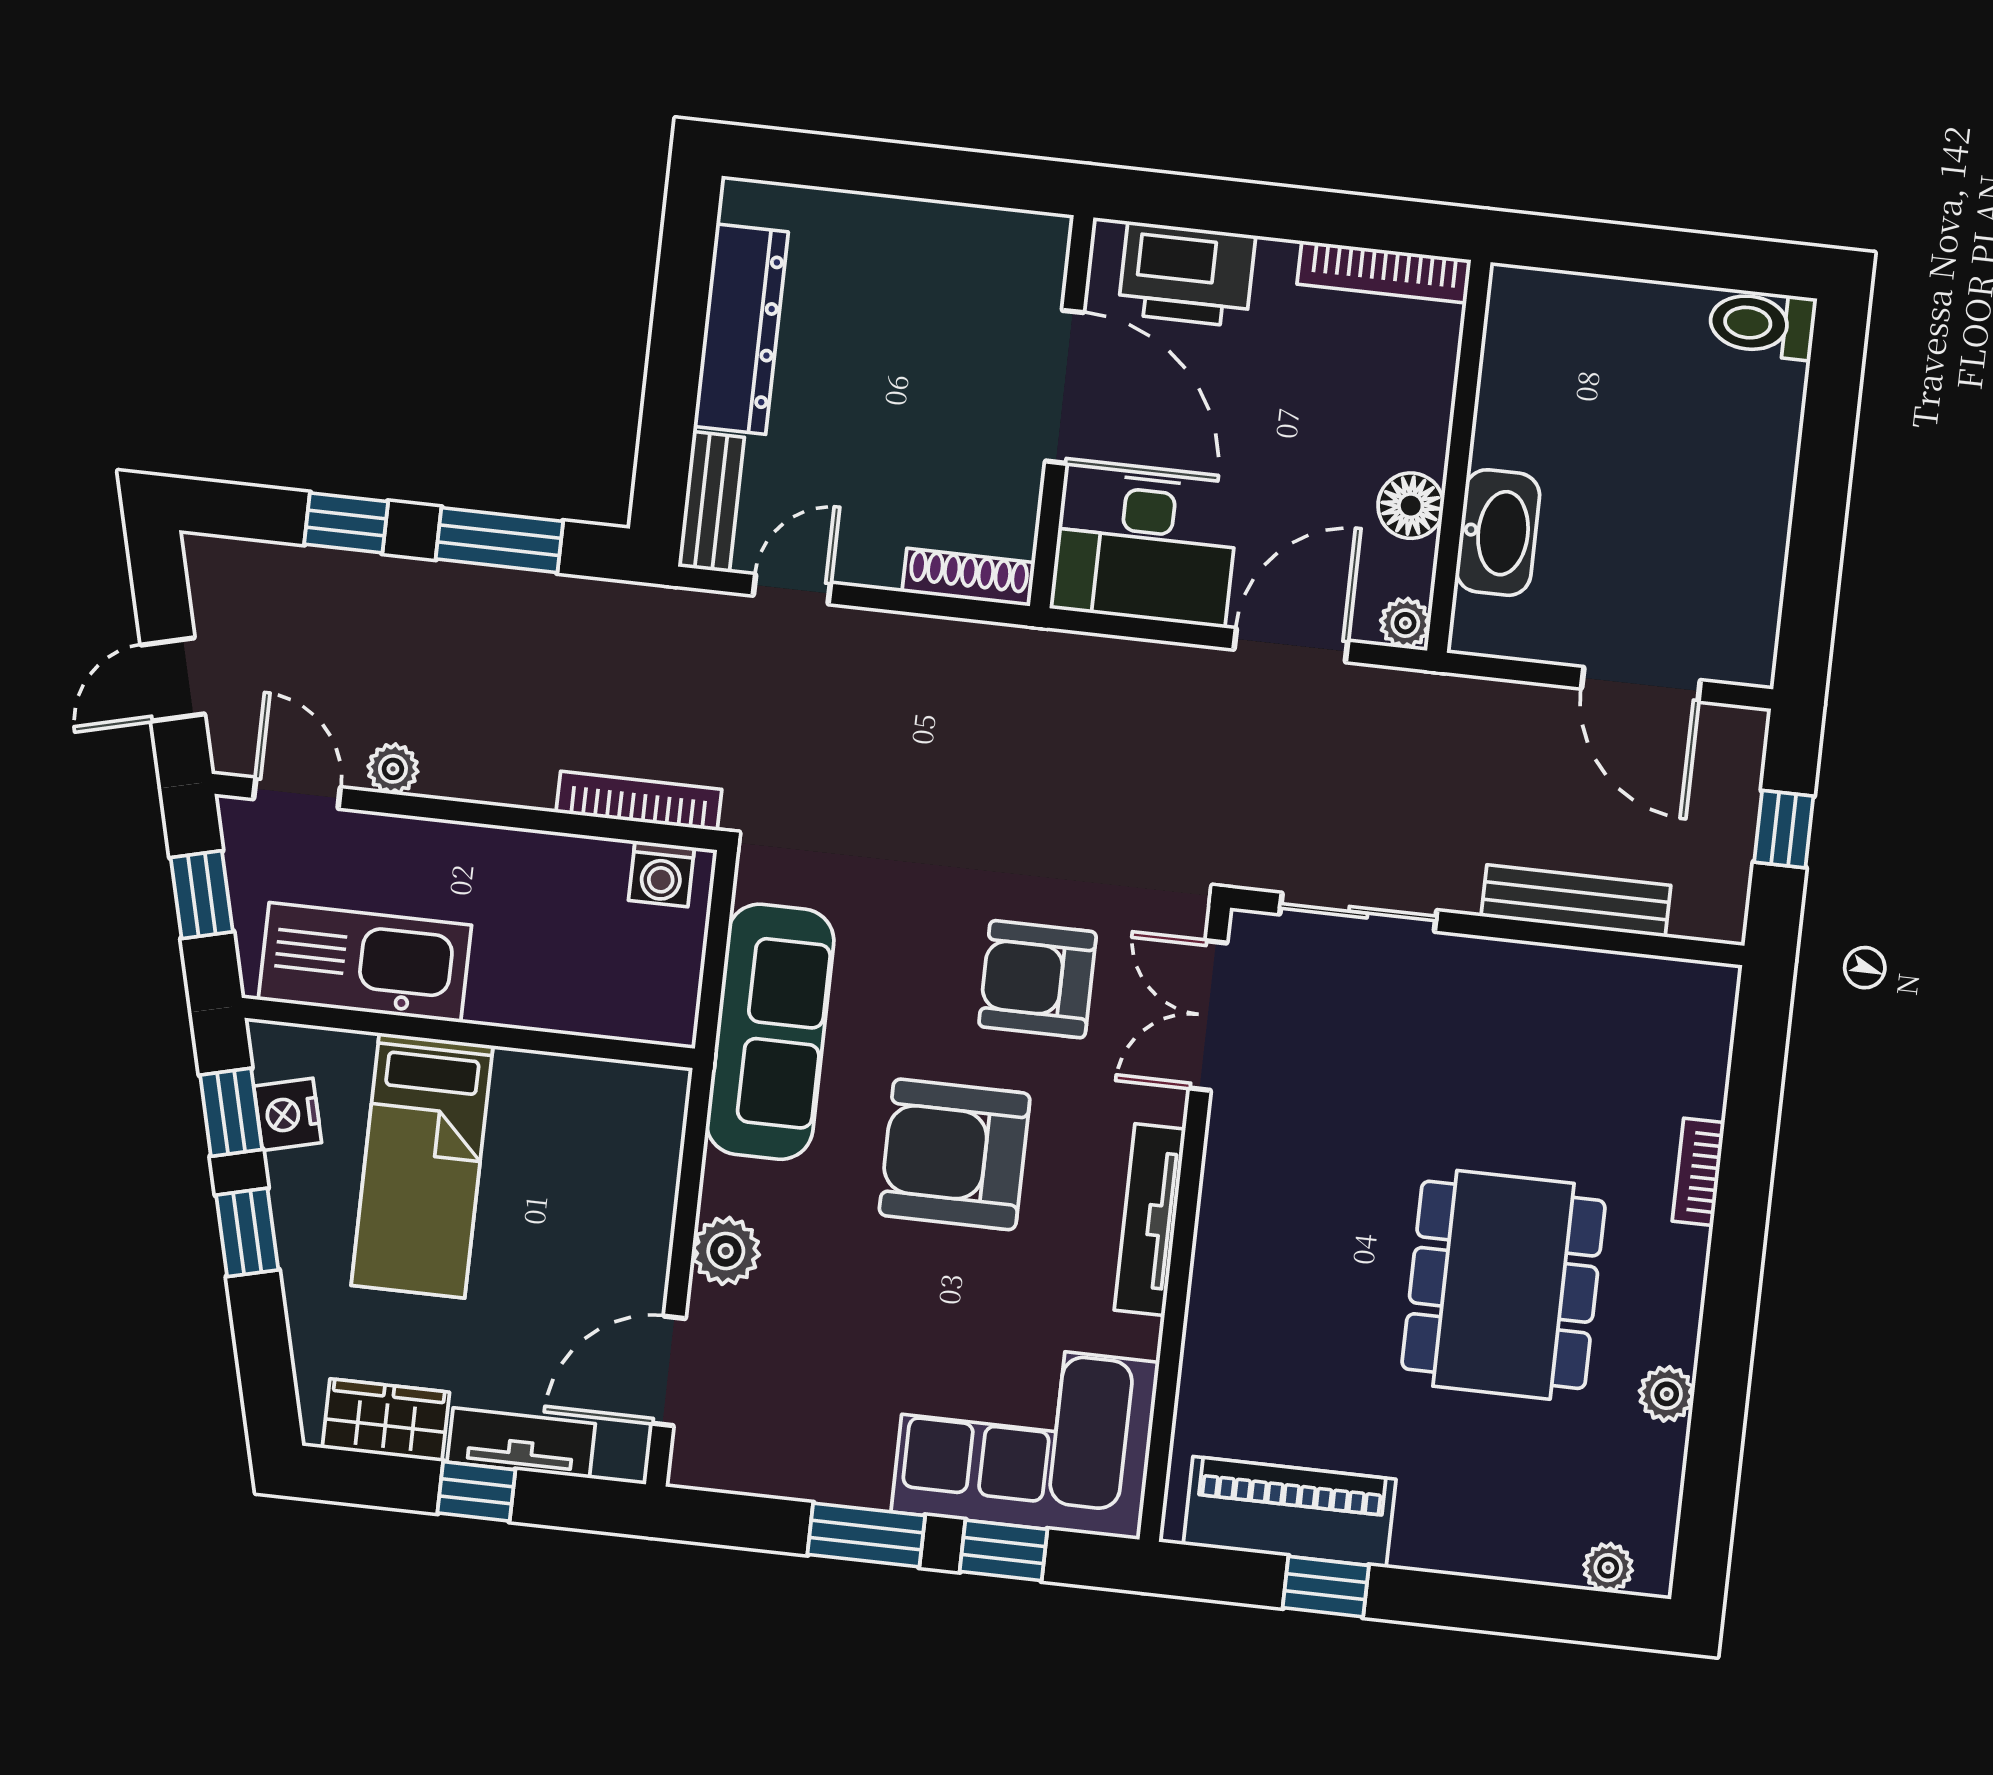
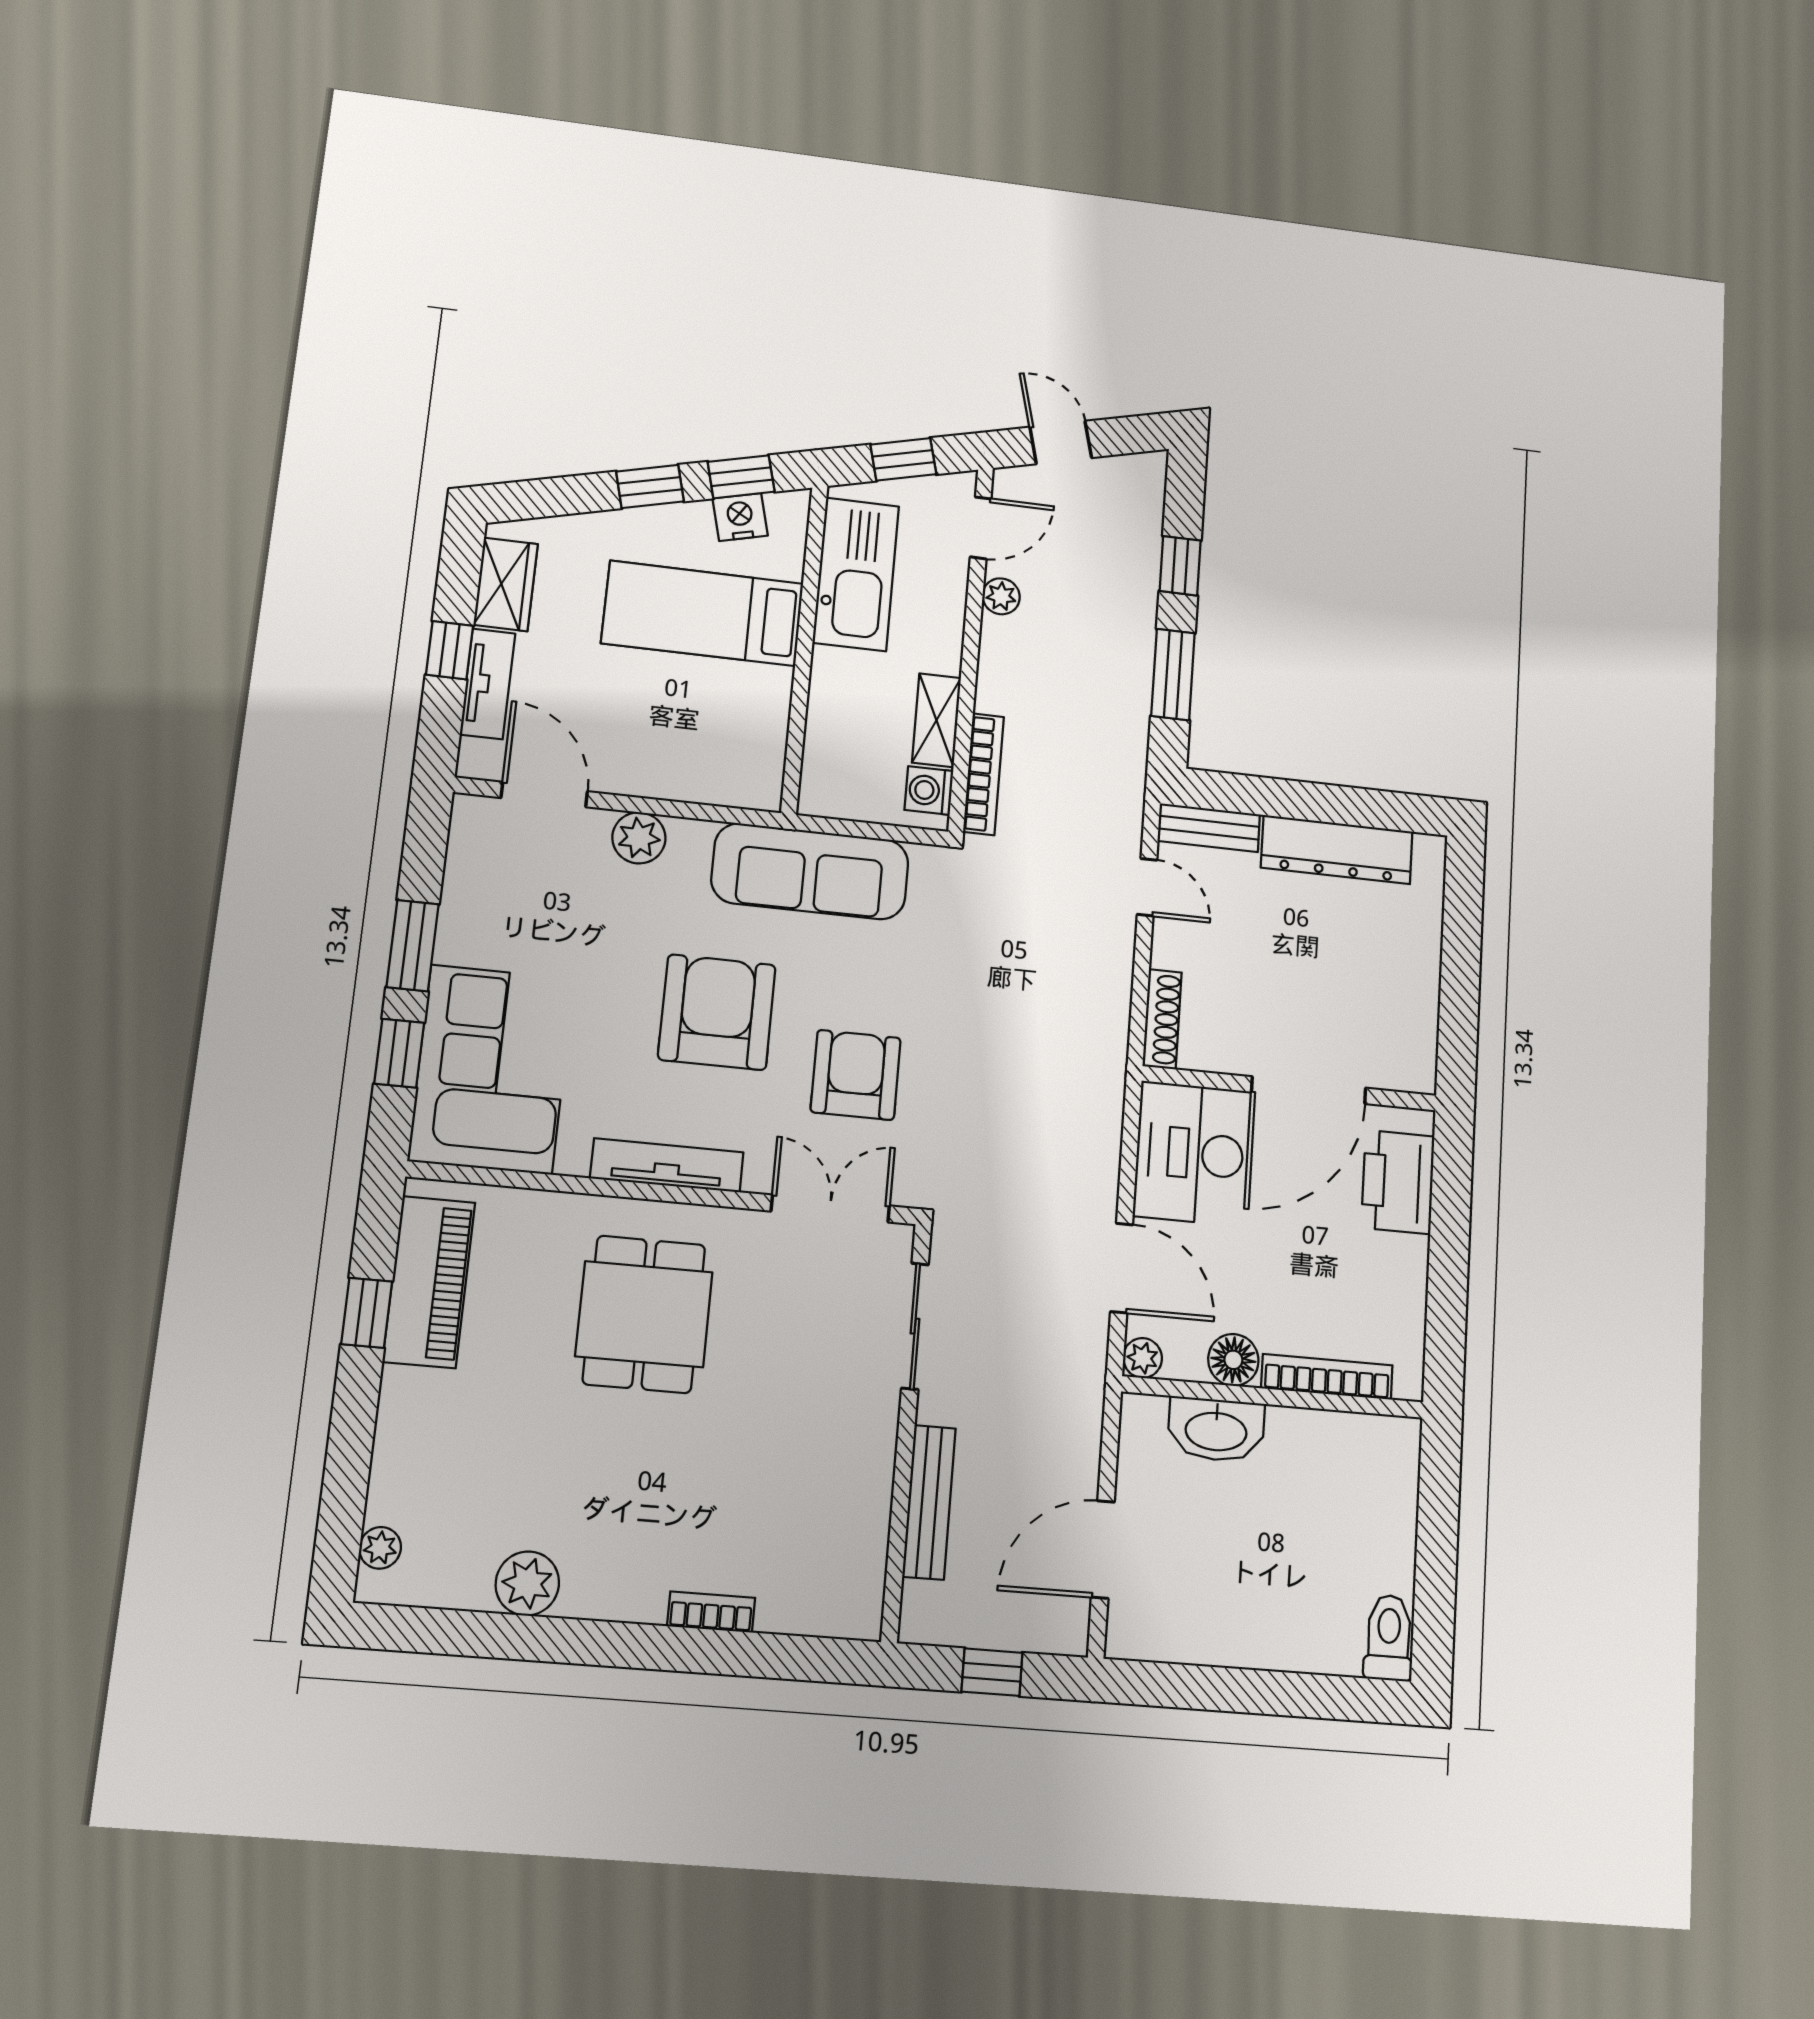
bookcase: (1384, 272) -> (1327, 1377), moved, turned 90
shelving: (566, 861) -> (936, 720), added
dining table: (1503, 1285) -> (644, 1314), moved, width x0.73
plant: (1667, 1394) -> (527, 1583), width x1.38, depth x1.38

